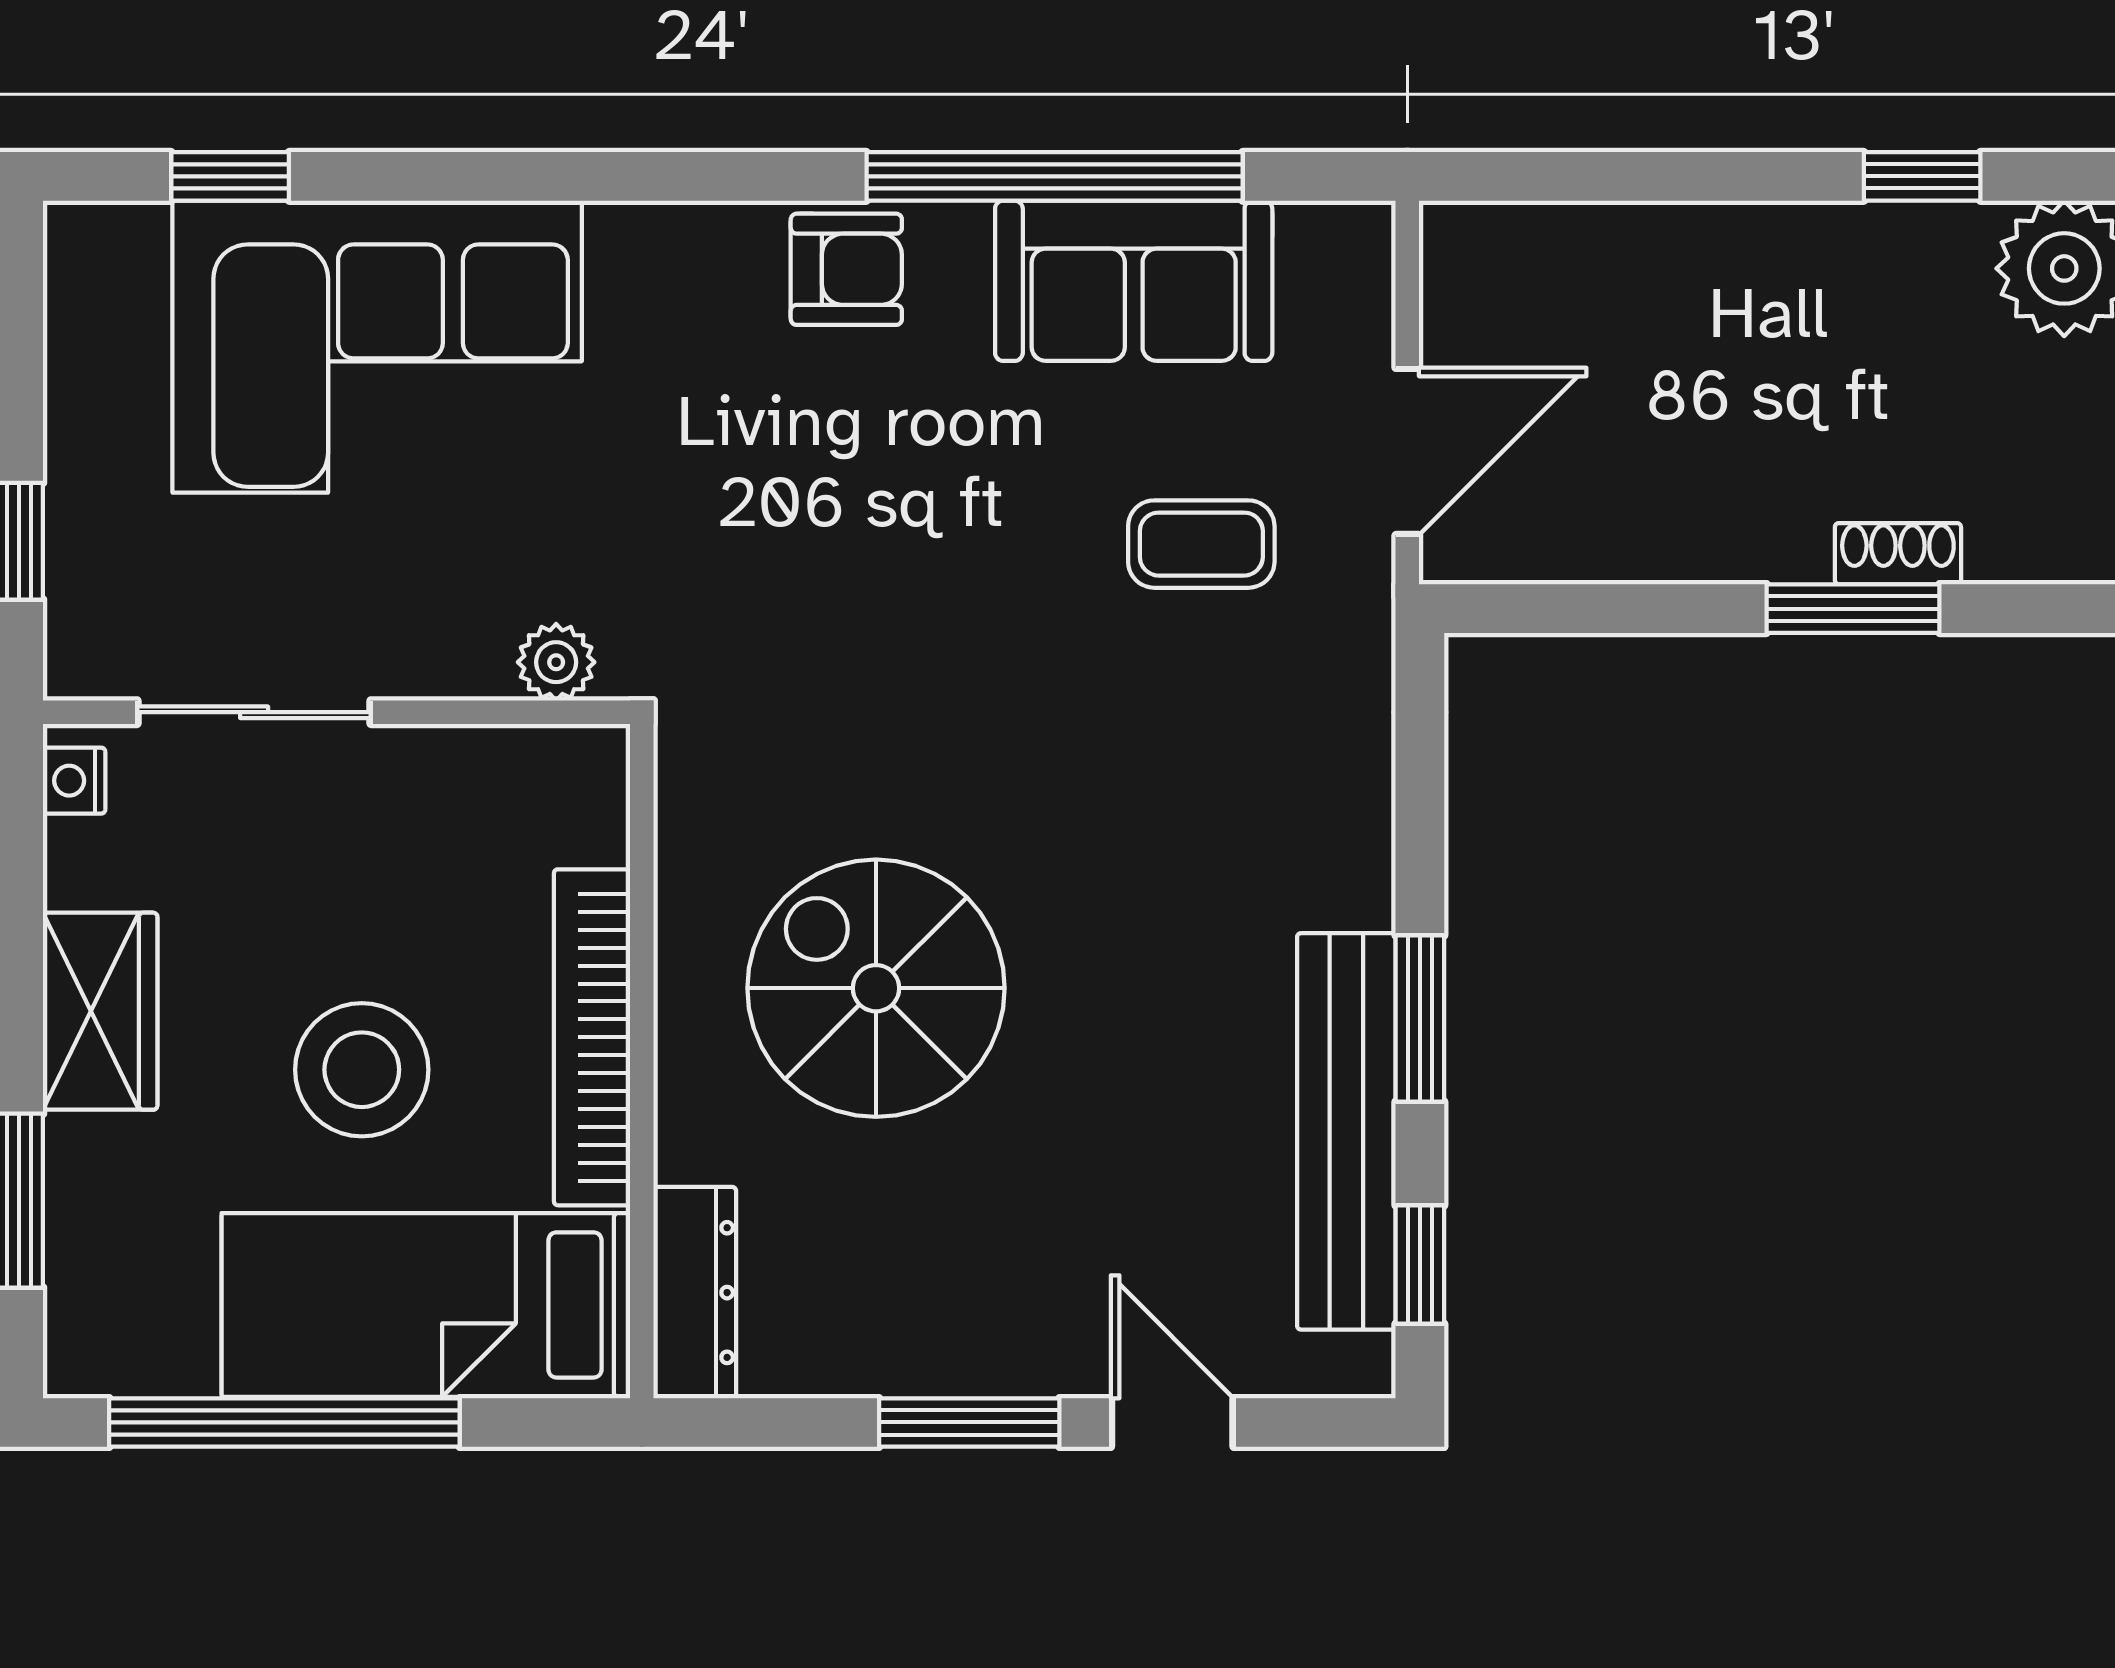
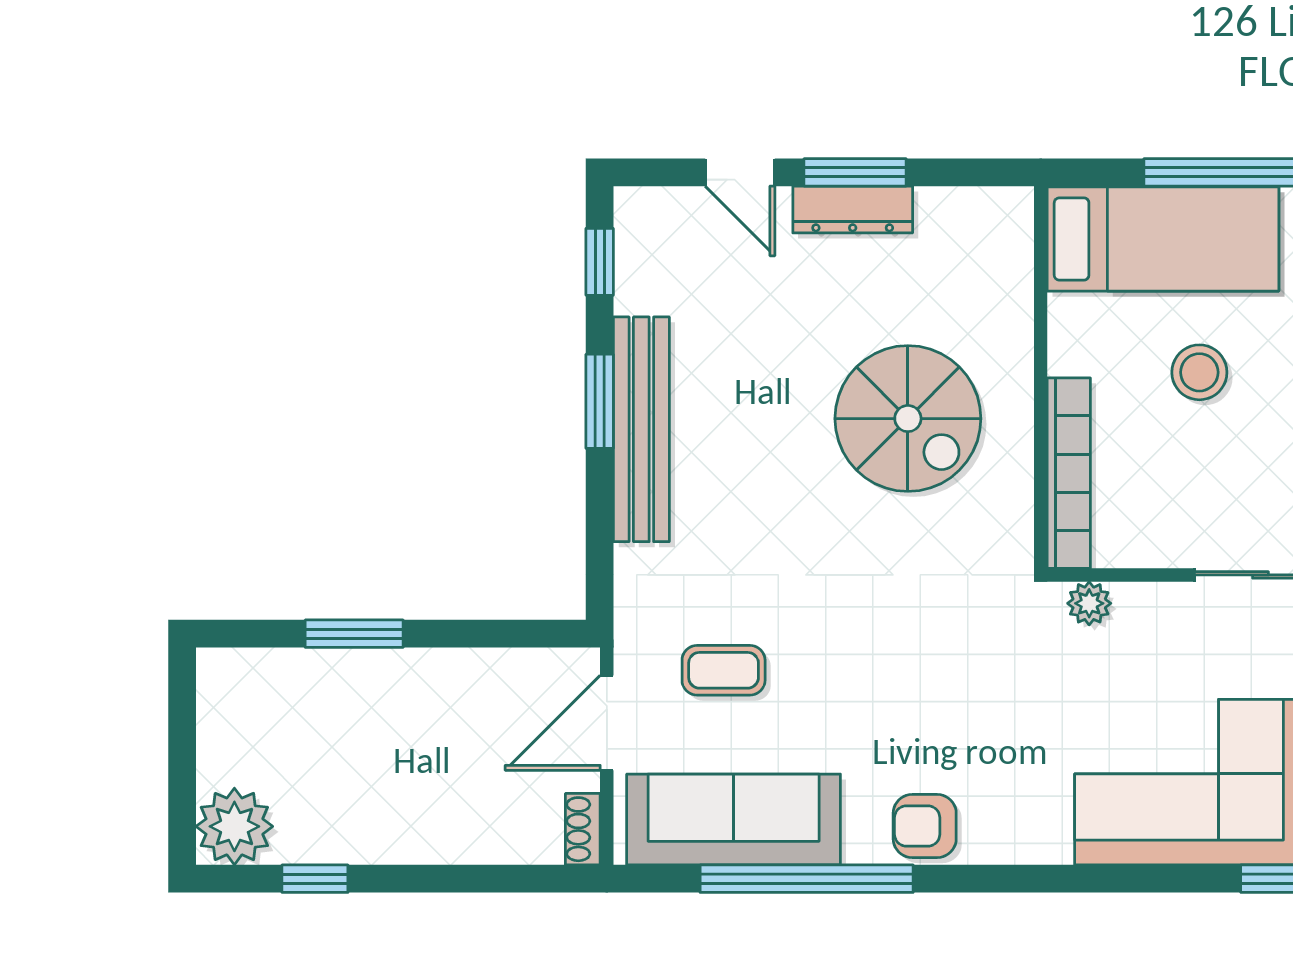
sofa: (1134, 281) -> (734, 819), width x1.36
shoe rack: (1898, 554) -> (583, 829), moved, turned 90
bookcase: (592, 1037) -> (1069, 473), moved
stool: (362, 1070) -> (1199, 372), width x0.73, depth x0.73
bench: (1346, 1131) -> (641, 429), moved
dresser: (695, 1293) -> (853, 210), moved, turned -90

